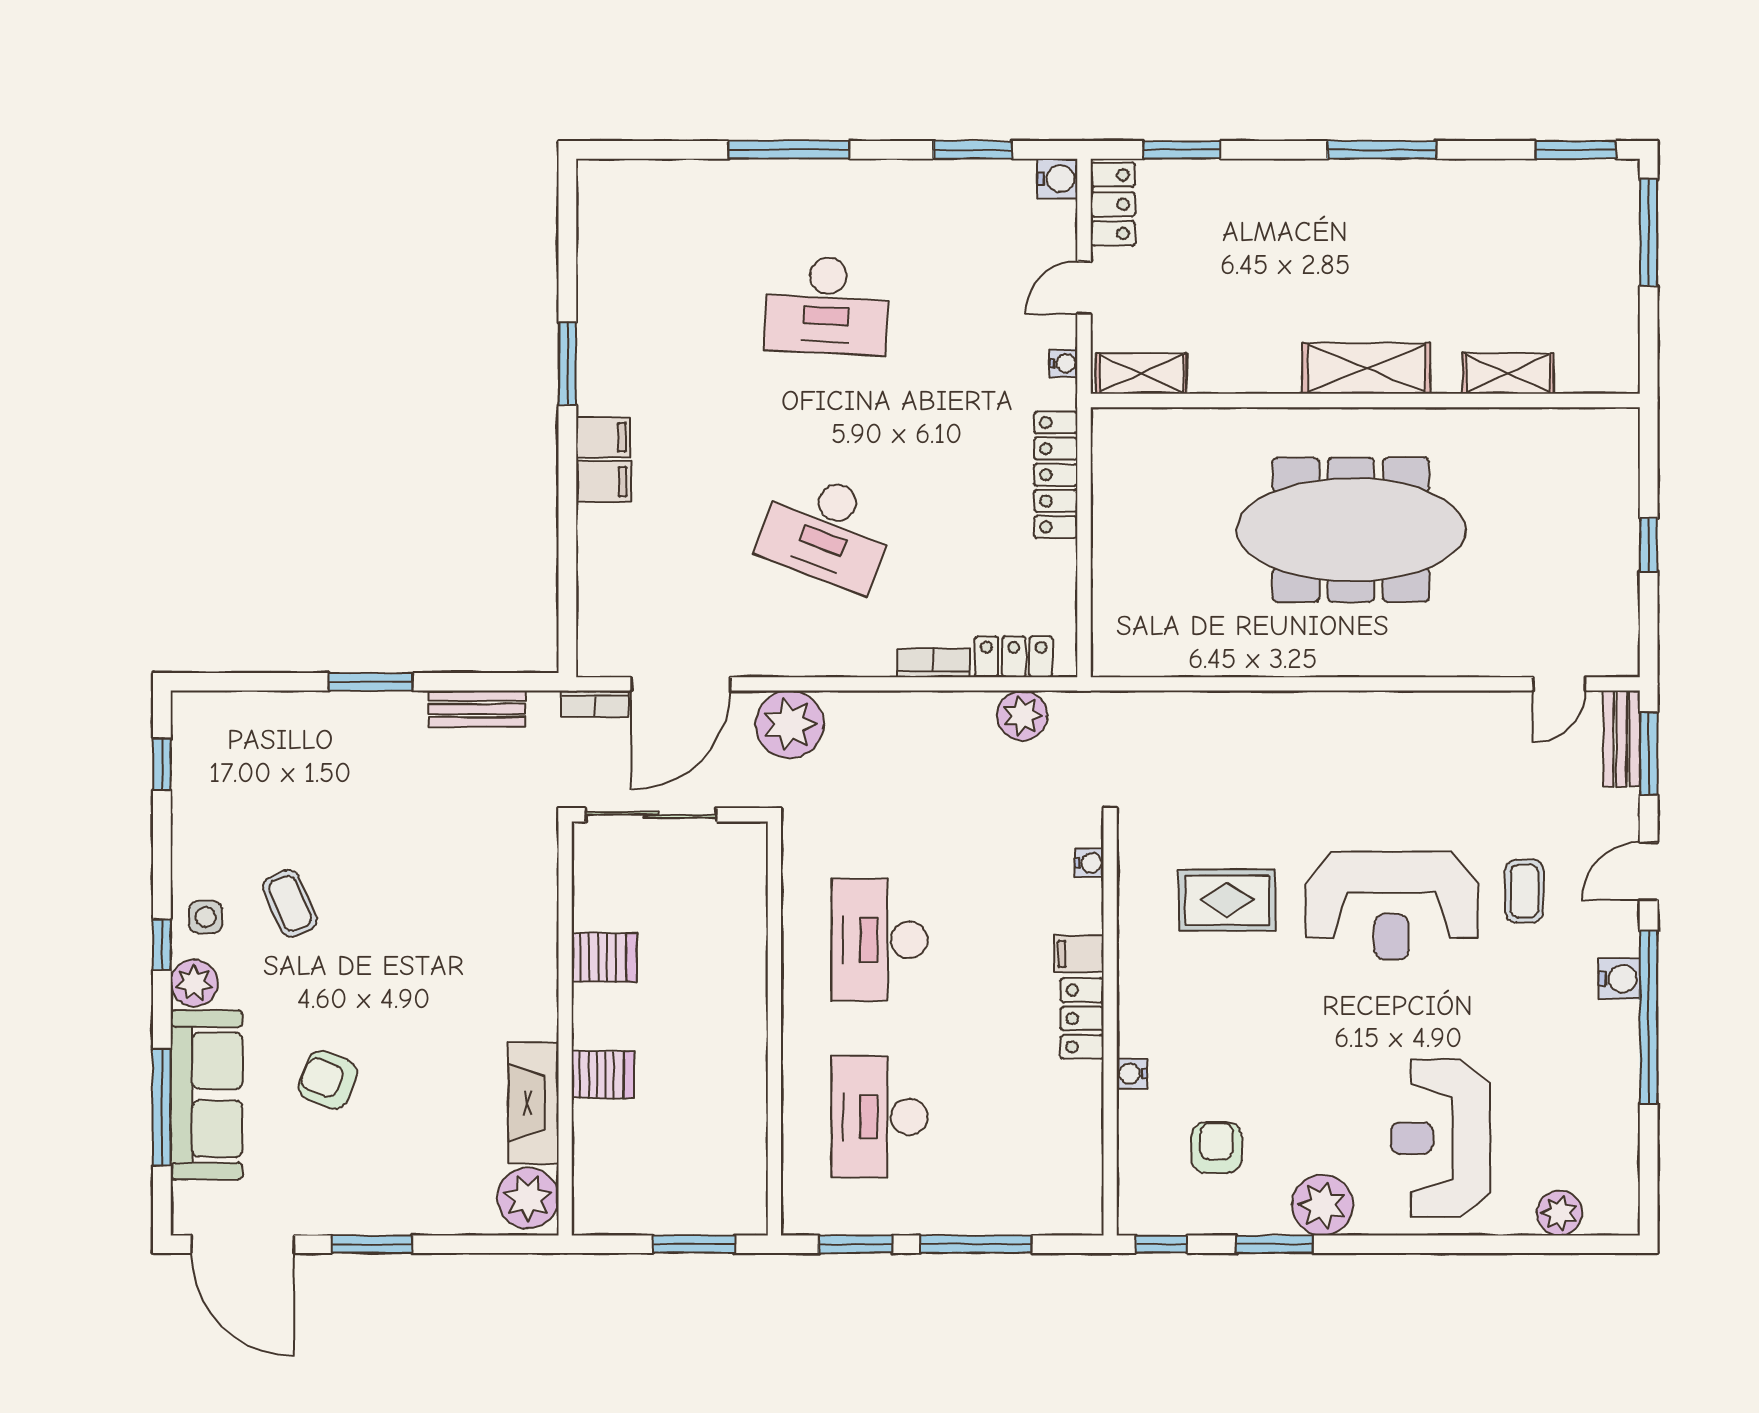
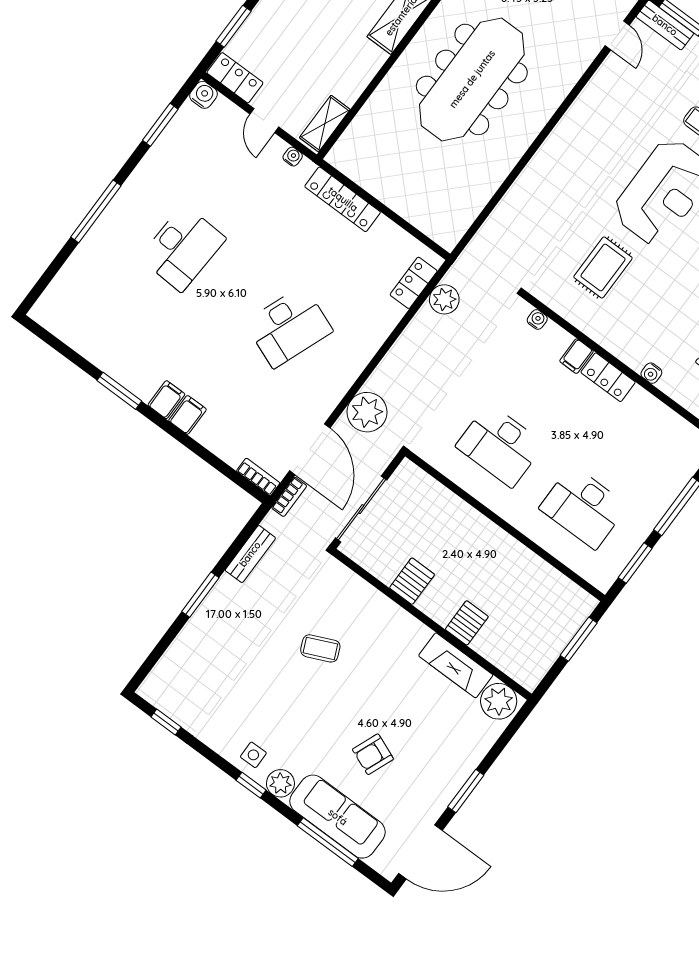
bookcase: (933, 663) -> (258, 477), moved, turned 90
coffee table: (290, 903) -> (320, 648), moved

